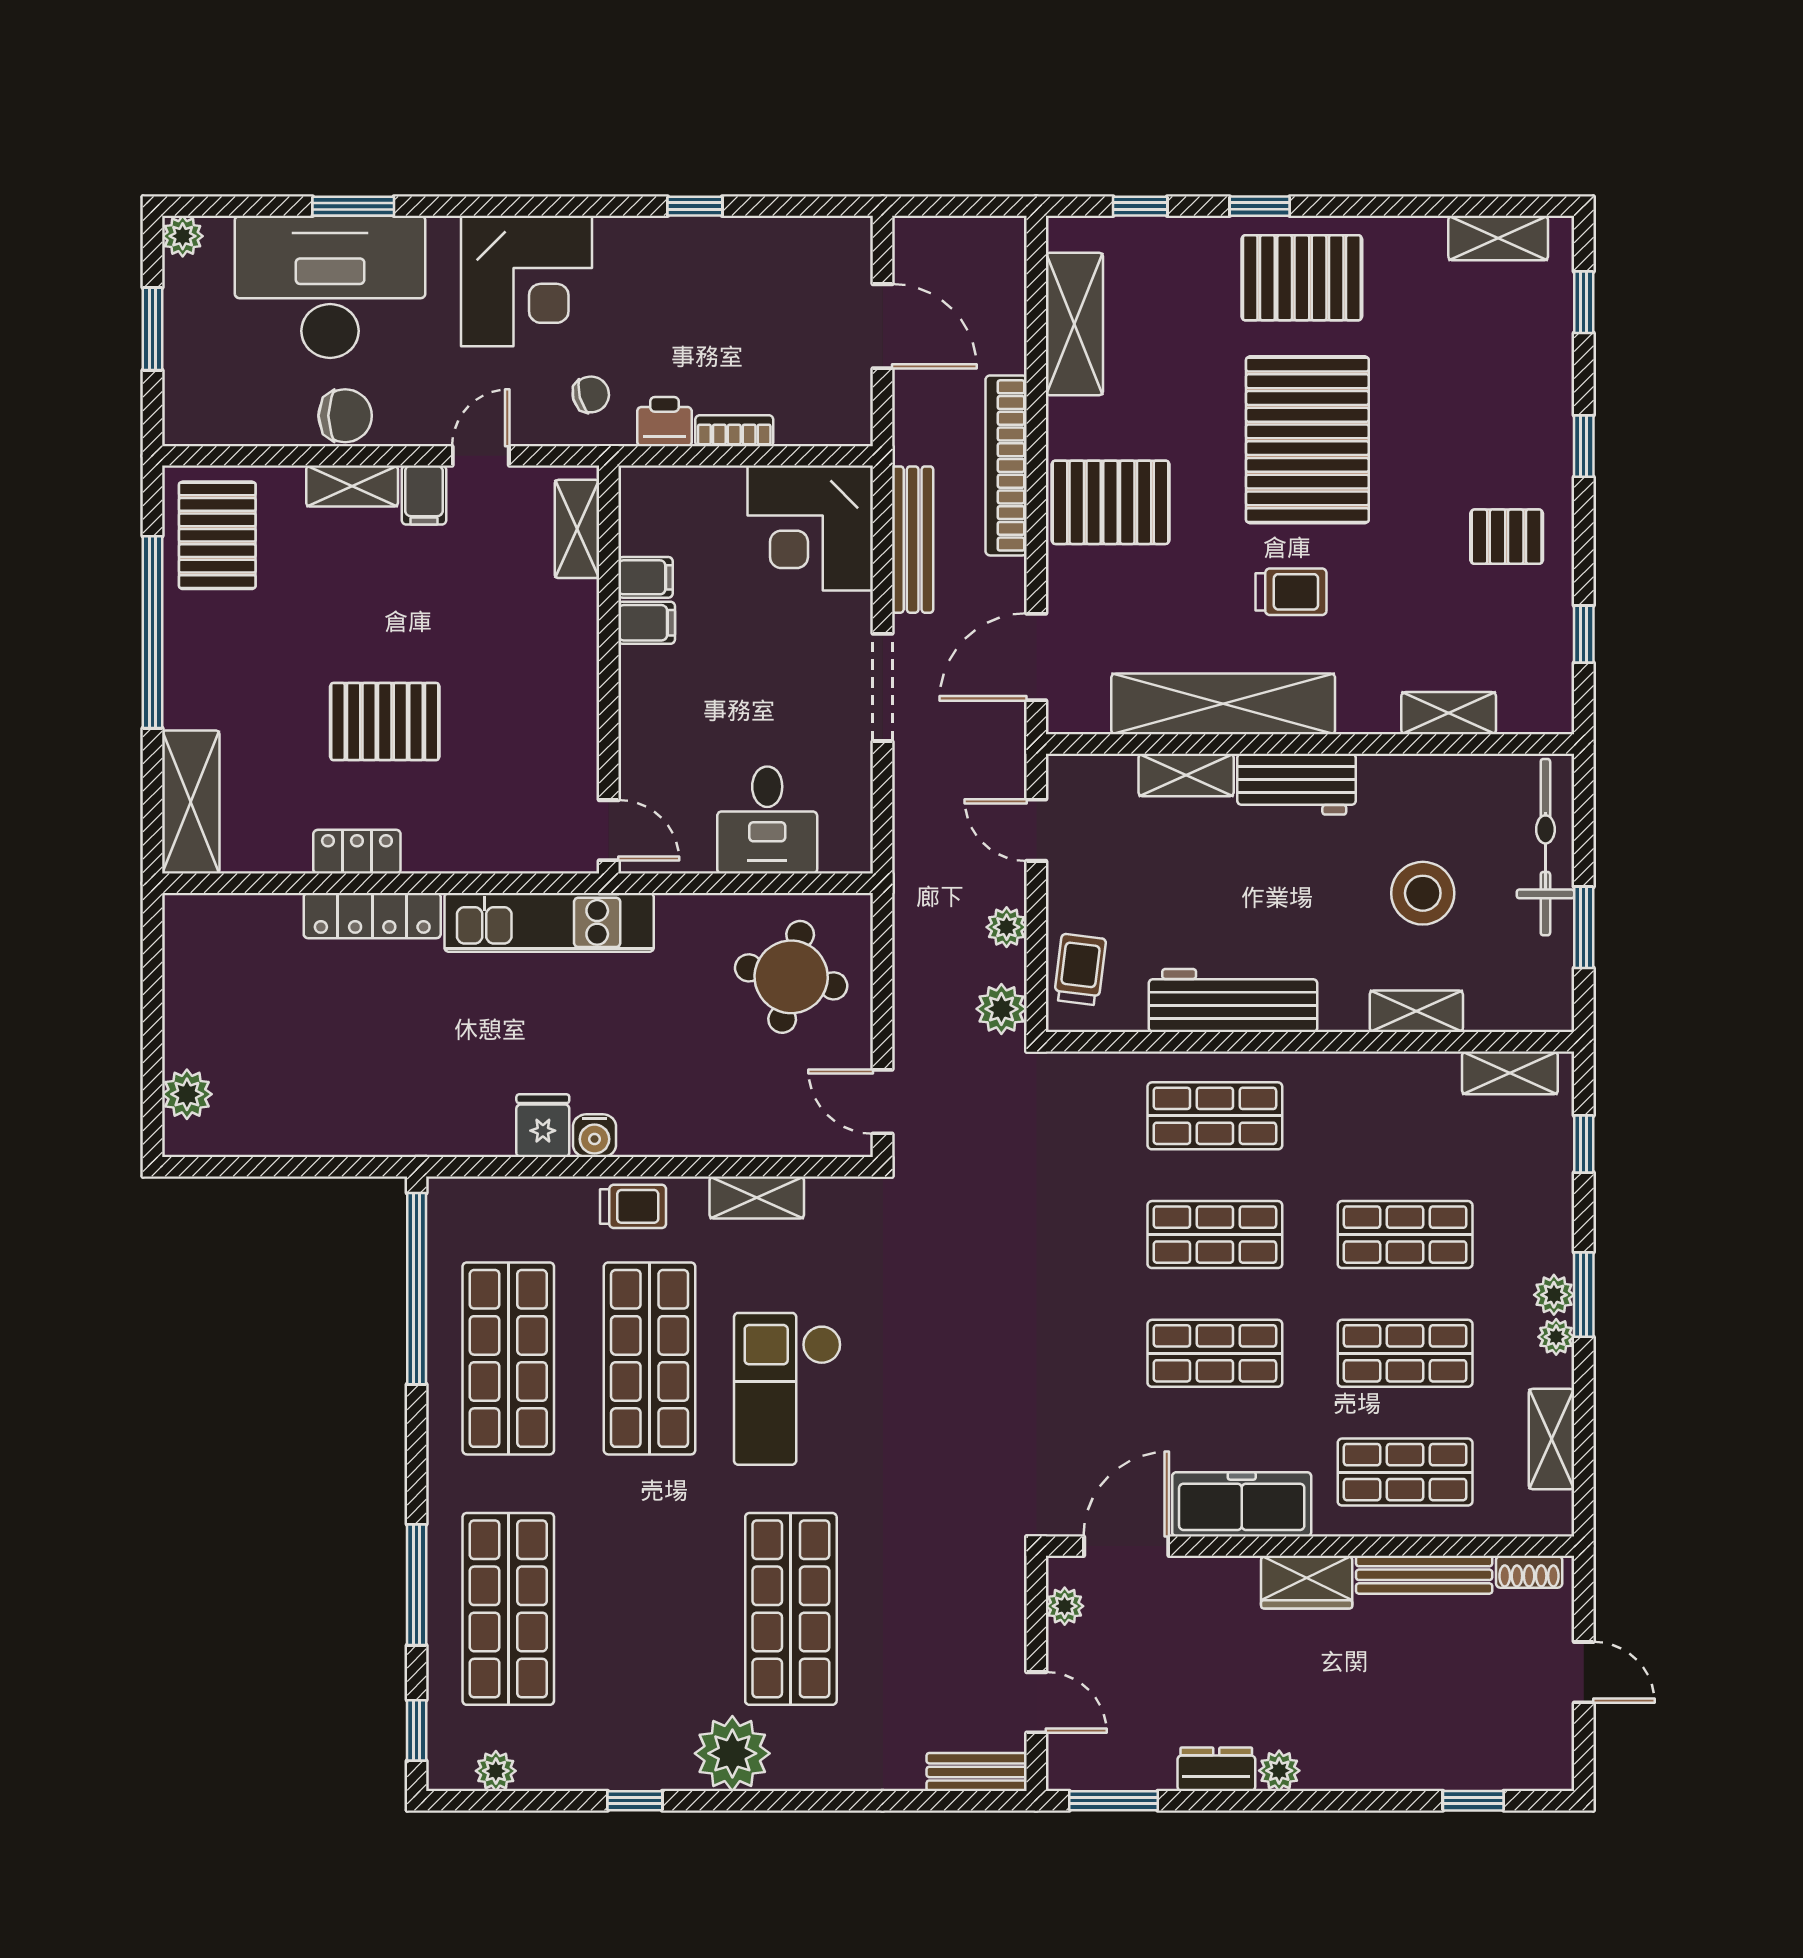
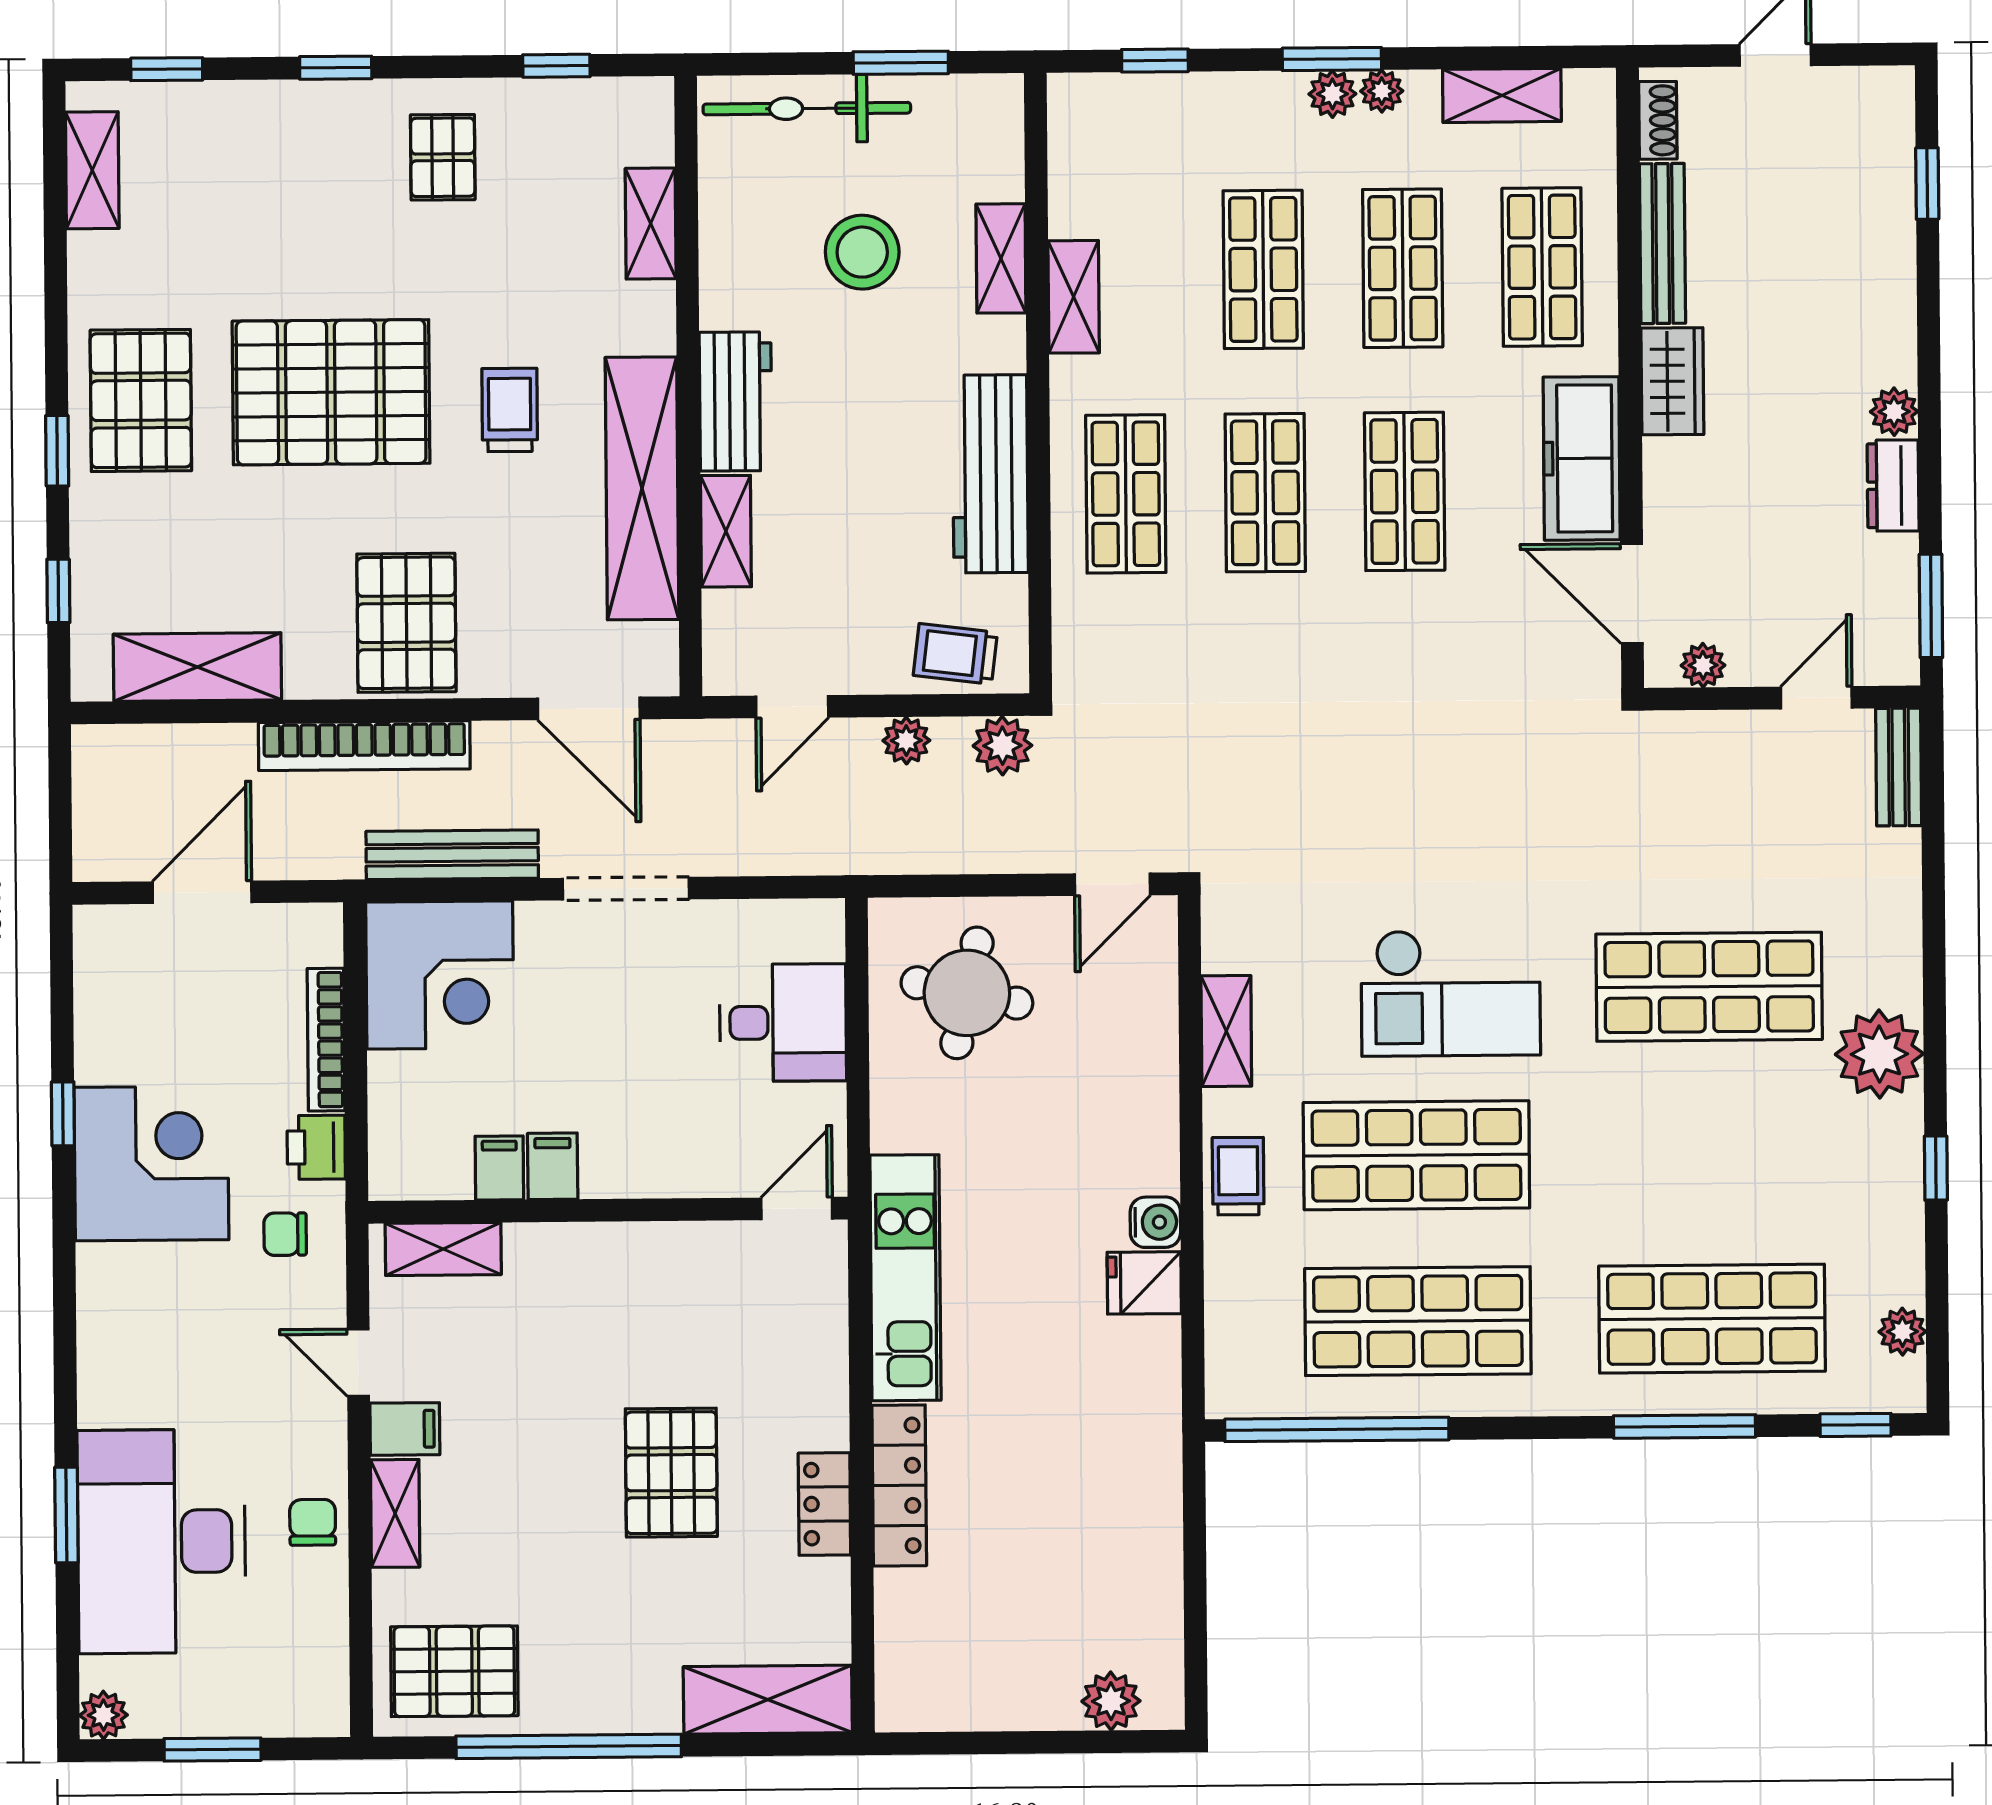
corner desk: (526, 281) -> (151, 1164), moved
chair: (591, 394) -> (285, 1234), turned -75
chair: (345, 416) -> (313, 1522), width x0.73, depth x0.73
bookcase: (734, 431) -> (326, 1040), width x1.56
shelving: (1510, 1073) -> (1074, 297), moved

